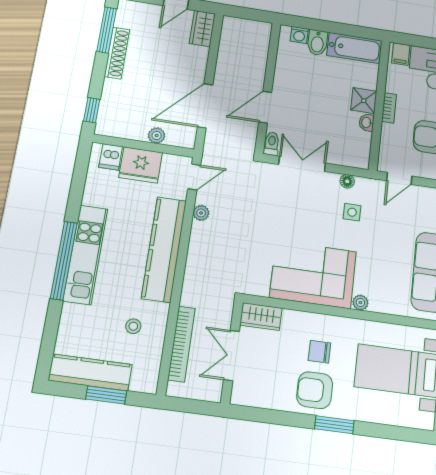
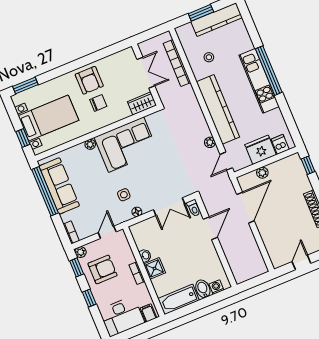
wardrobe: (202, 29) -> (276, 255), removed
armchair: (315, 390) -> (89, 80), turned 90
window: (334, 425) -> (25, 86), moved

